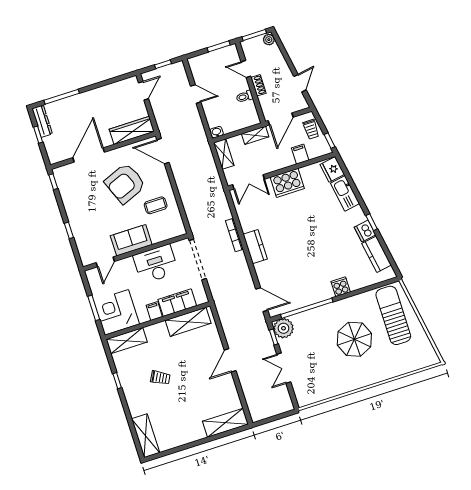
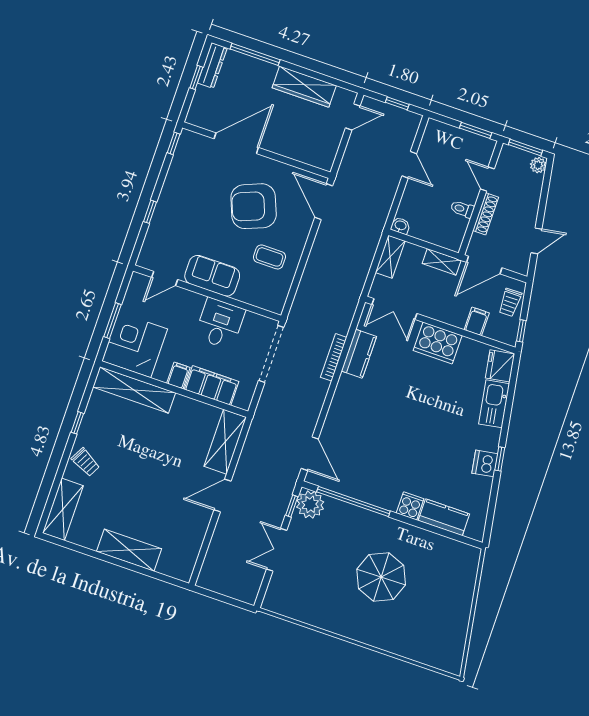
shoe rack: (258, 85) -> (486, 214), width x1.43
wardrobe: (132, 130) -> (304, 87), moved, turned 180
kitchen counter: (255, 247) -> (359, 354), moved
kitchen counter: (377, 254) -> (444, 517), moved, turned 99
desk: (156, 264) -> (220, 324), width x0.73
sun lounger: (393, 315) -> (445, 583), removed
shelving: (188, 322) -> (225, 442), moved, turned 90
shelving: (127, 341) -> (134, 390), width x1.47
trolley: (160, 378) -> (86, 462), moved
shelving: (225, 423) -> (129, 550), moved

